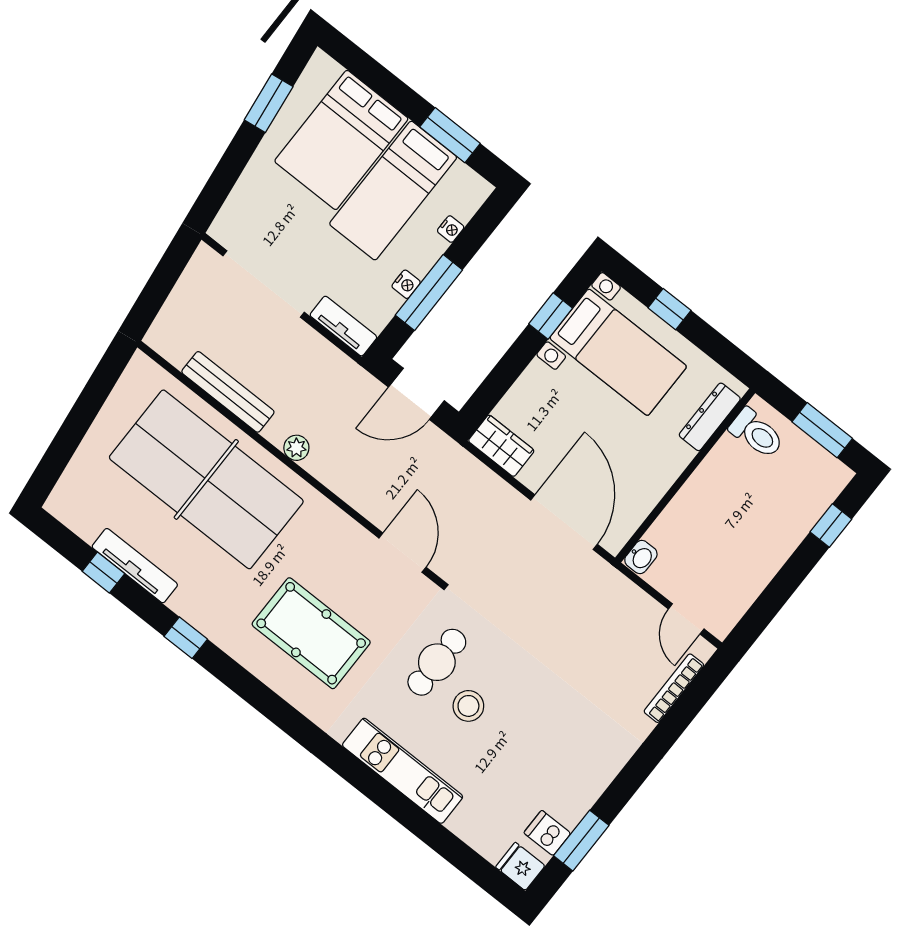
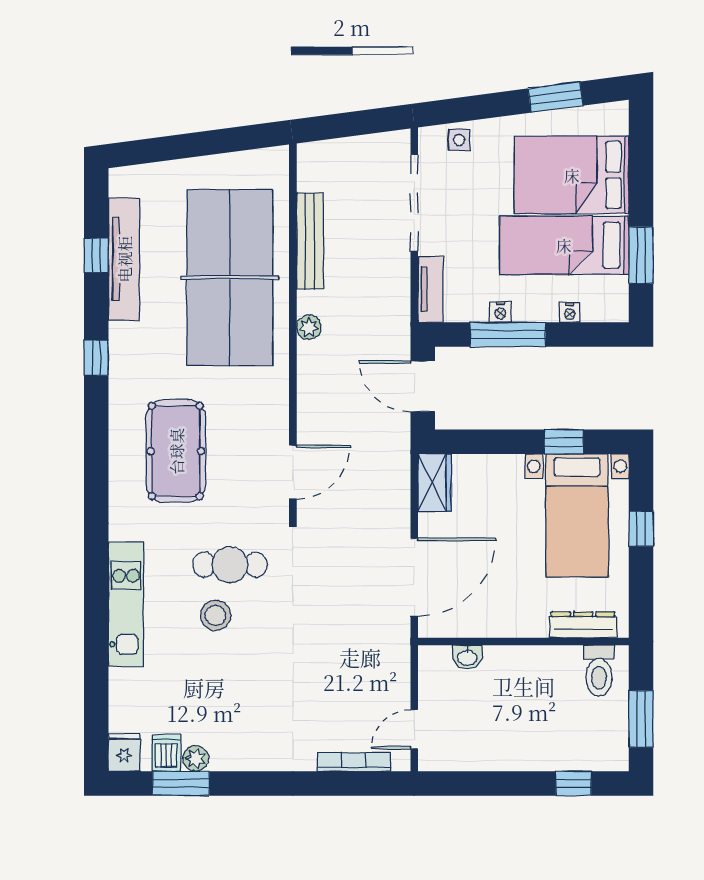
side table: (242, 208) -> (459, 140), added
washbasin: (641, 557) -> (467, 657), moved
tv unit: (135, 566) -> (124, 259), width x1.36, depth x1.29
plant: (571, 813) -> (196, 759), added

